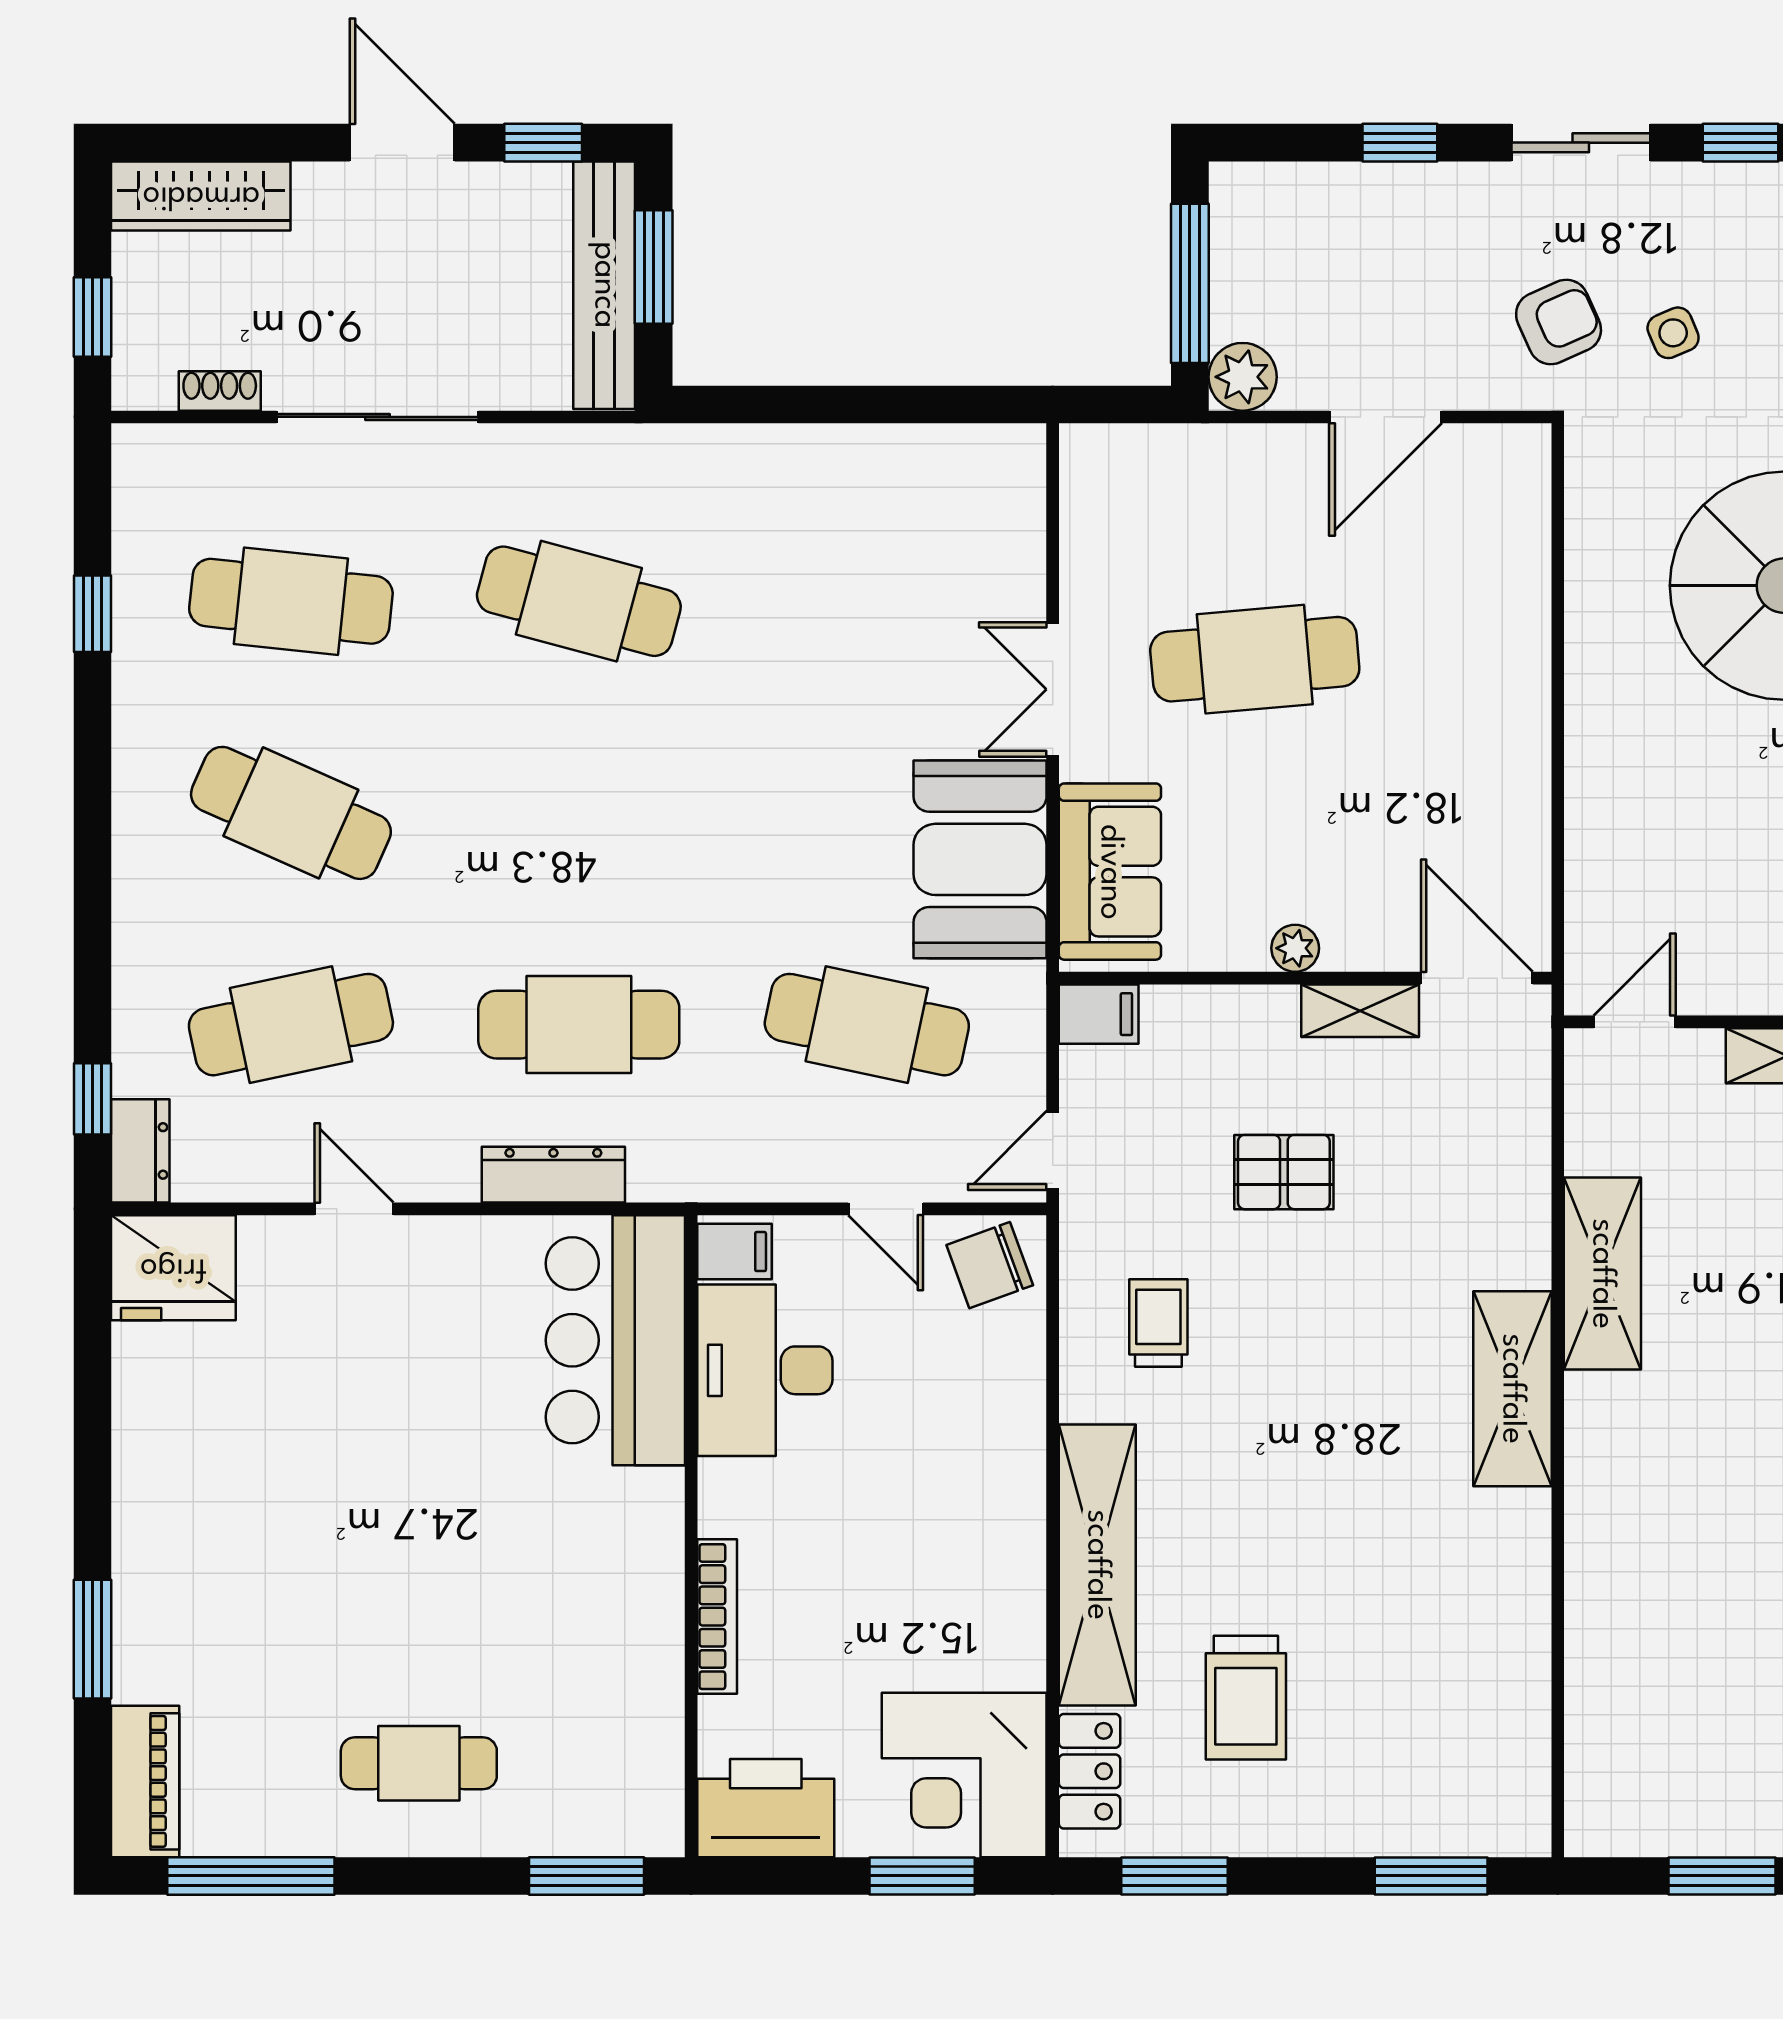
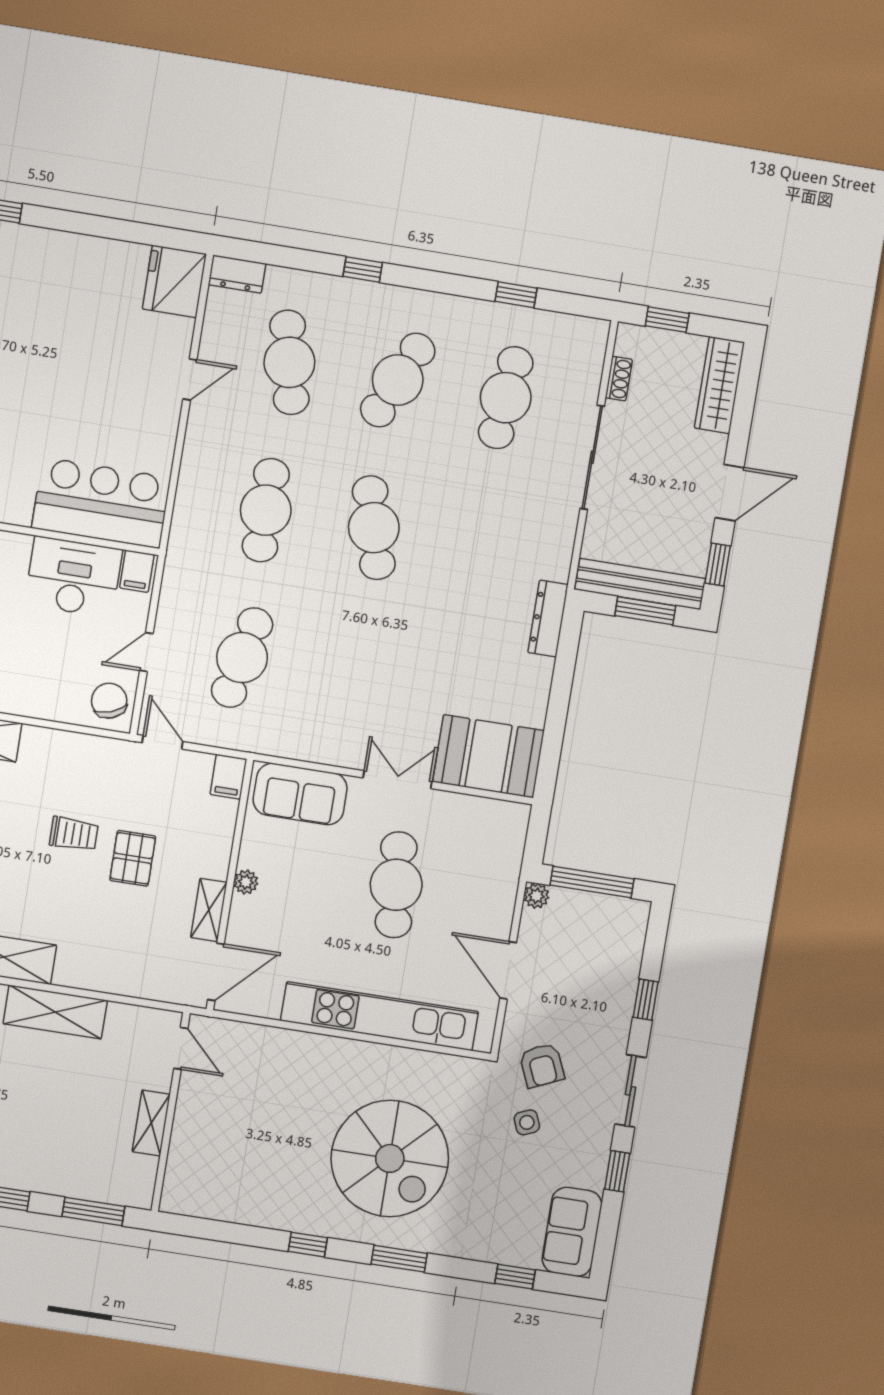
plant: (1243, 377) -> (536, 896), width x0.73, depth x0.73
cafe table: (579, 601) -> (374, 528), moved, turned -30
kitchen unit: (1512, 650) -> (379, 1016), added
booth: (980, 859) -> (488, 756), moved
window: (93, 1099) -> (363, 270), moved
dresser: (553, 1175) -> (548, 619), moved, turned 180
trolley: (1158, 1323) -> (74, 834), moved

